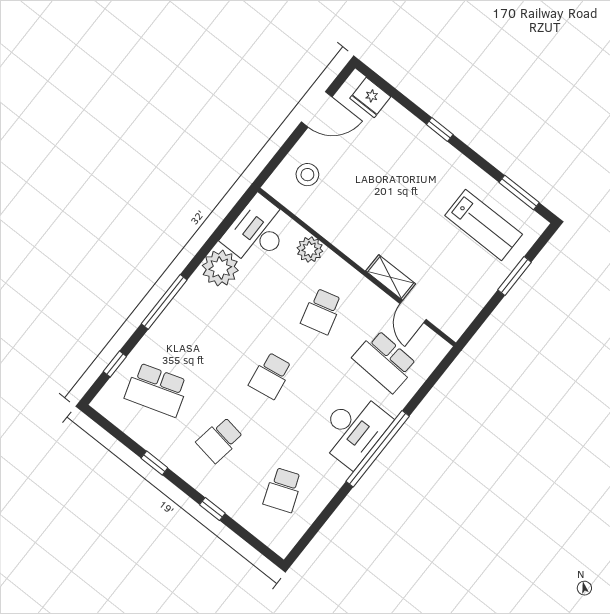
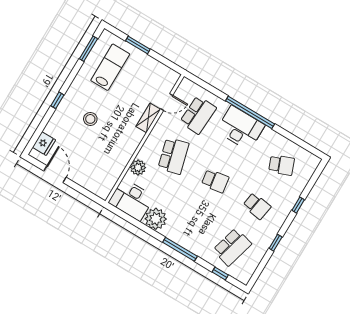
stool: (307, 175) -> (90, 119), moved
school desk: (322, 311) -> (173, 156), width x1.85
school desk: (157, 390) -> (232, 247), turned 33

